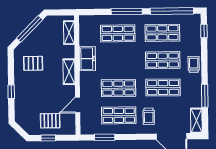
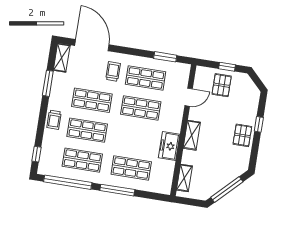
pallet: (33, 63) -> (242, 135), moved, turned 90
pallet: (50, 121) -> (222, 85), turned 90

